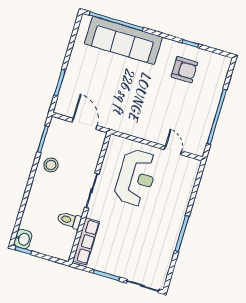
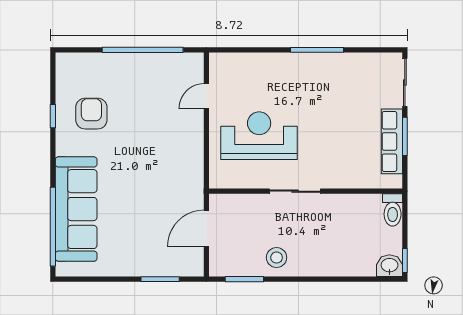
toilet: (69, 220) -> (393, 210), moved
row of seats: (86, 241) -> (392, 141), moved, turned -90

